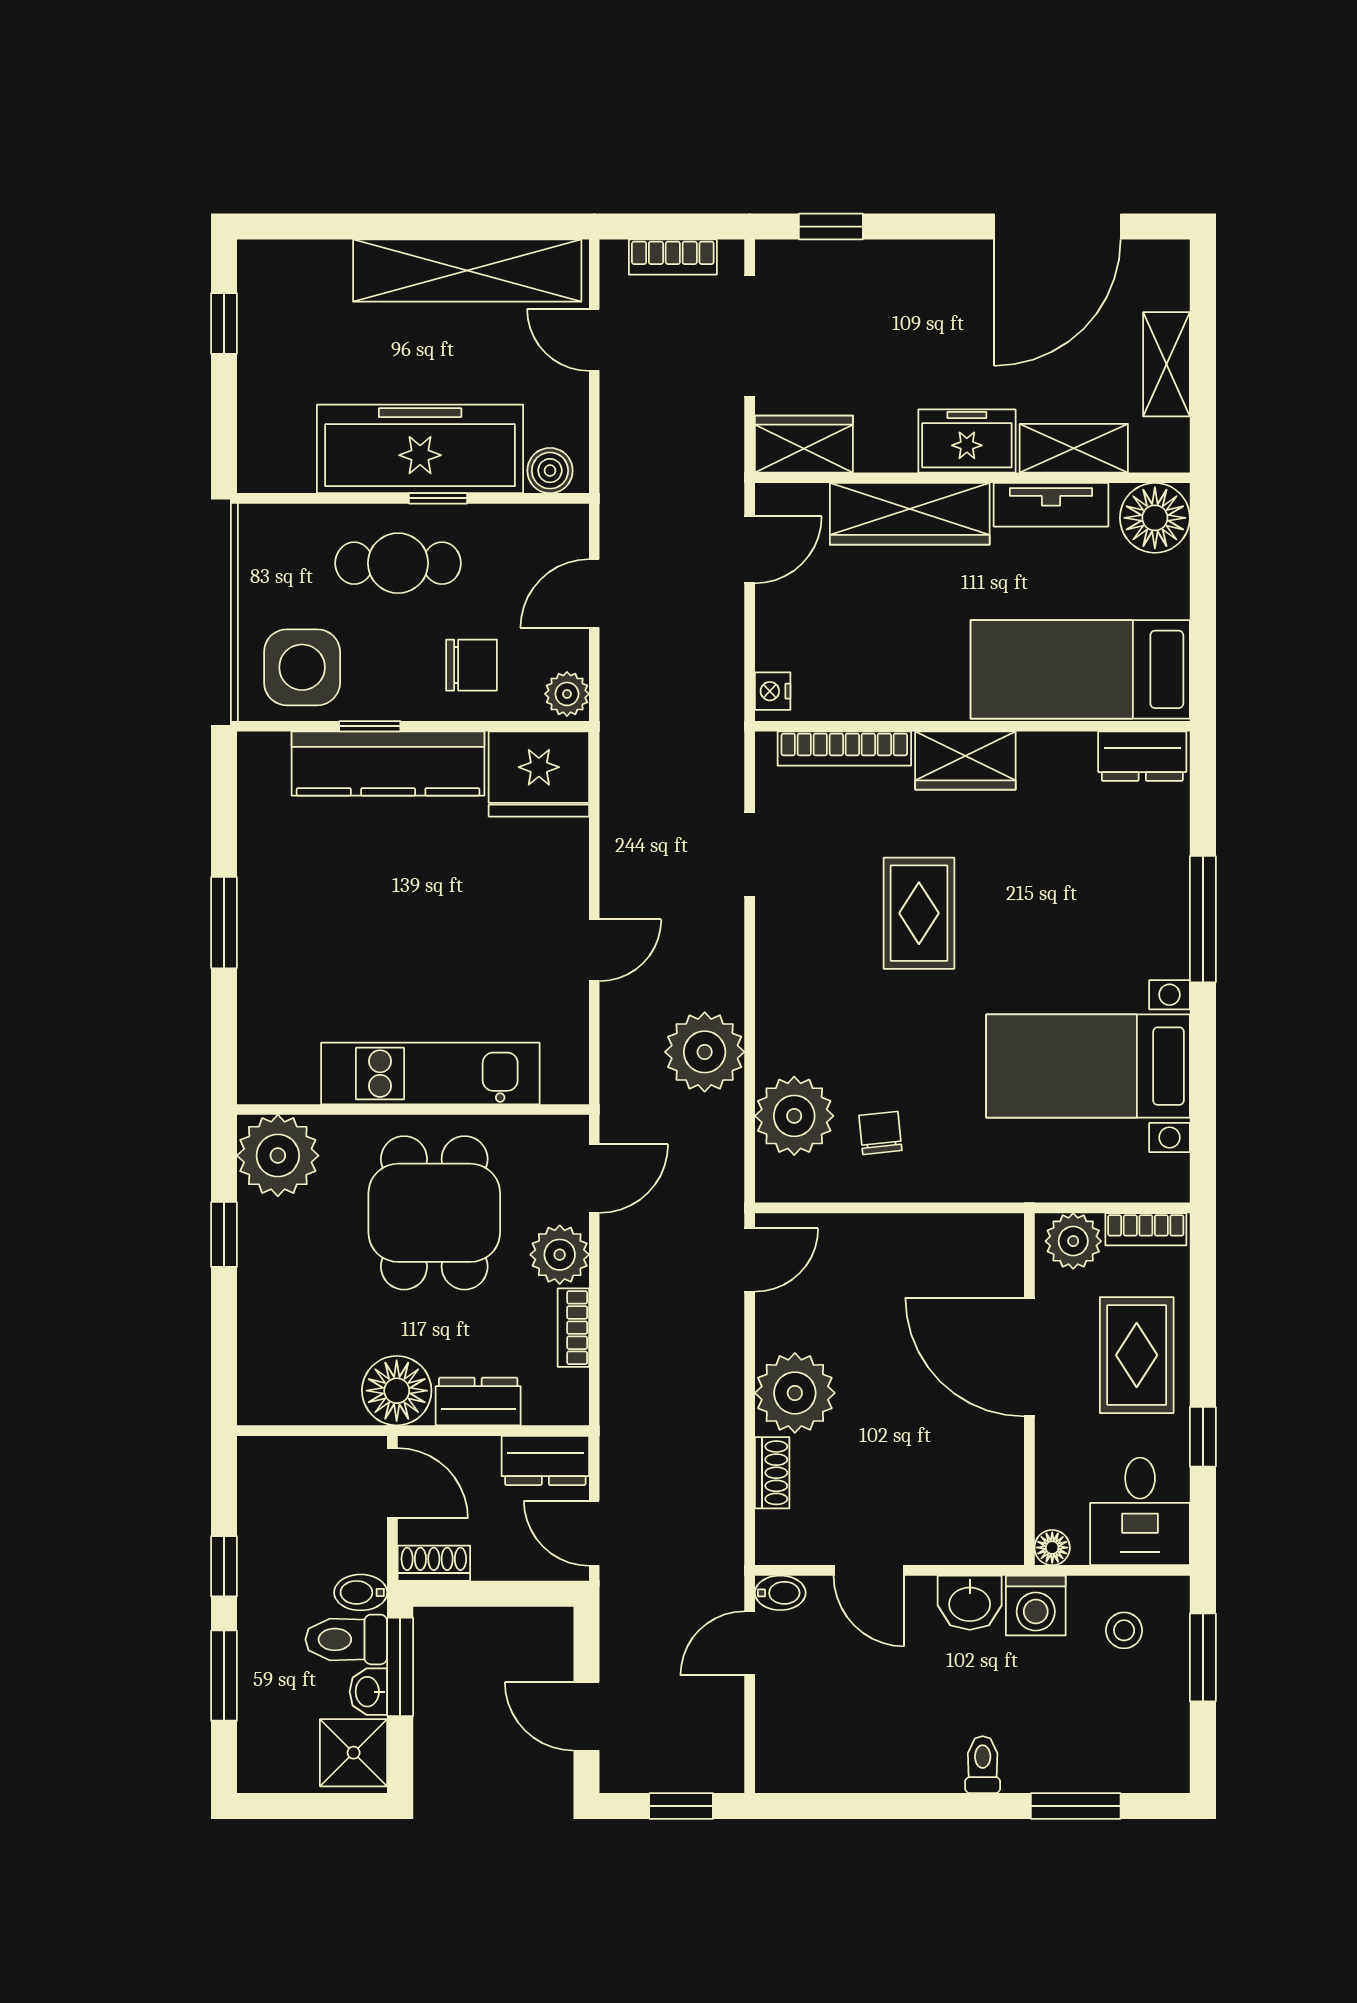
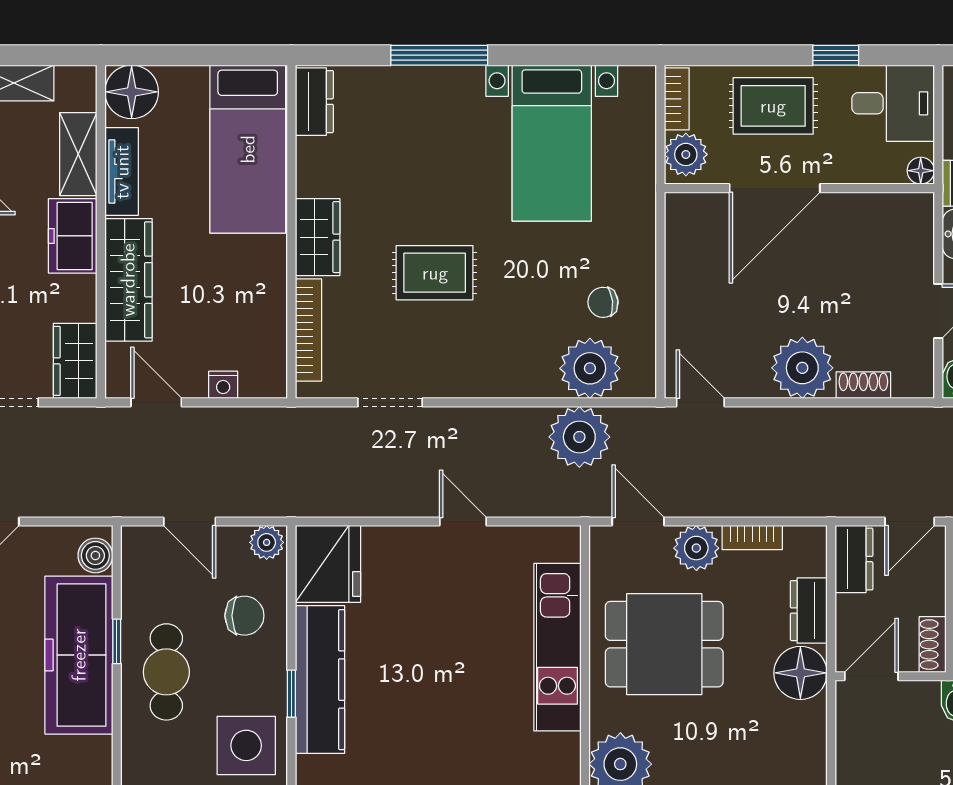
chair: (471, 665) -> (244, 616), turned 90
nightstand: (773, 691) -> (223, 385), moved
plant: (705, 1052) -> (579, 437), moved

